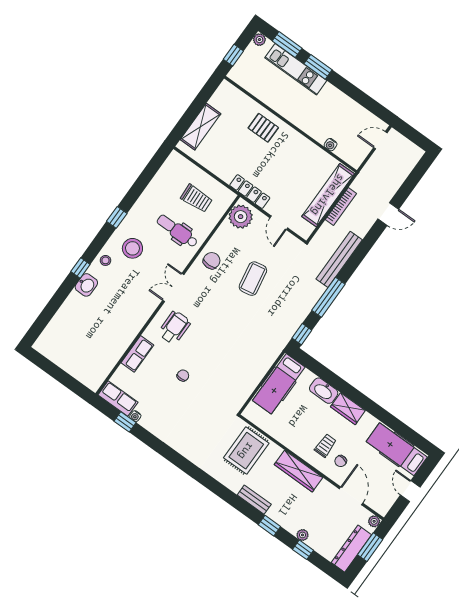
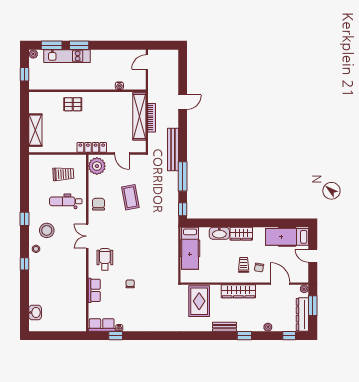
washbasin: (86, 285) -> (35, 312), moved
window: (303, 550) -> (289, 336), moved

